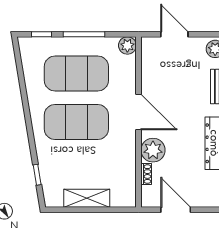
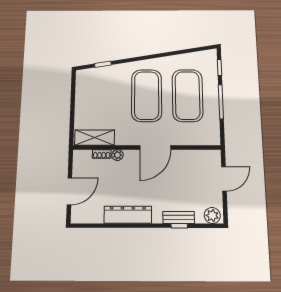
plant: (127, 45) -> (213, 138), removed
plant: (153, 150) -> (117, 155), width x0.53, depth x0.53
shelving: (87, 198) -> (95, 138), moved, turned 90
door: (176, 210) -> (69, 191), moved

